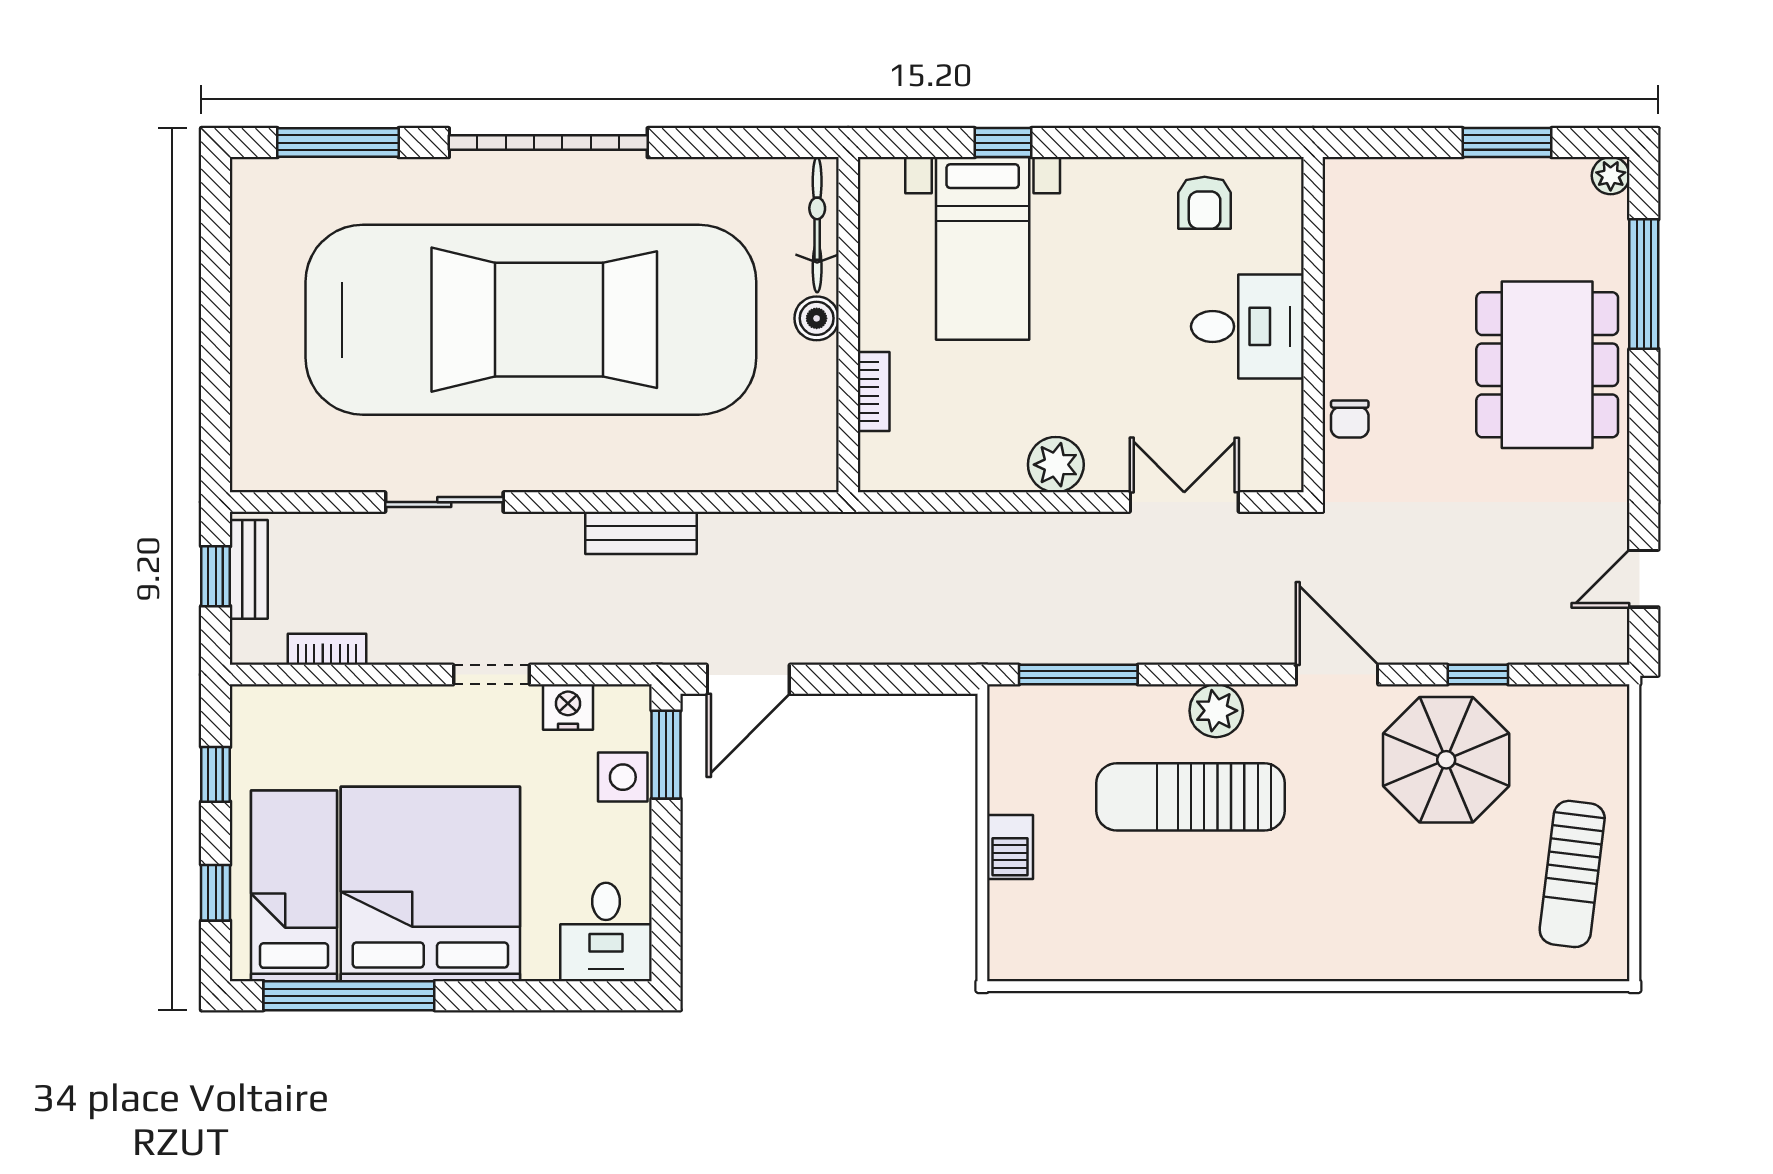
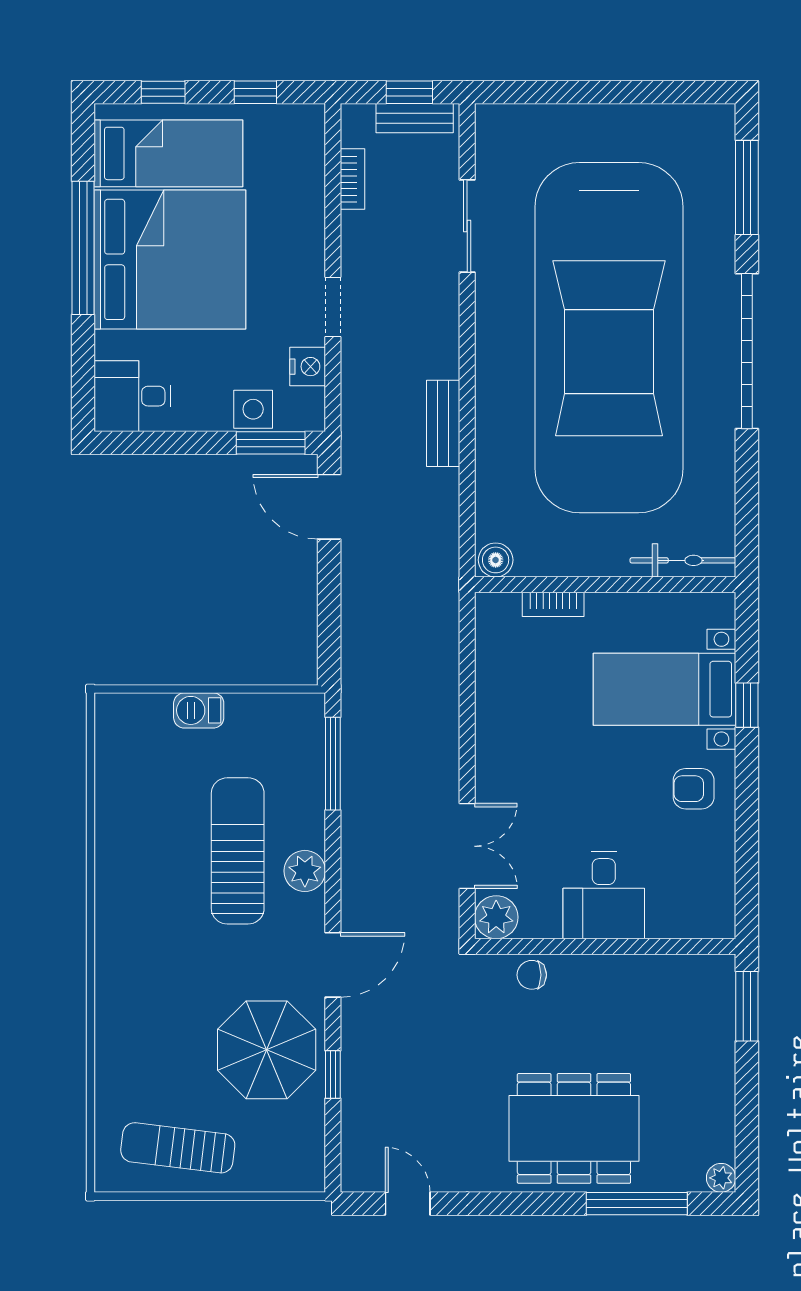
window: (1507, 143) -> (747, 1006), moved
armchair: (1205, 203) -> (694, 789), moved
boiler: (817, 318) -> (496, 560), moved
plant: (1056, 465) -> (496, 917), moved
sliding door: (444, 502) -> (467, 226), moved
window: (349, 996) -> (83, 248), moved

